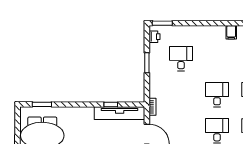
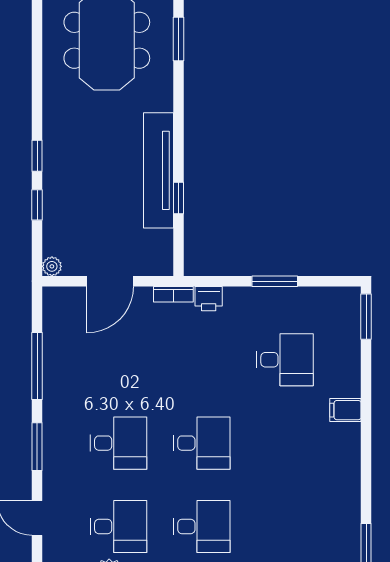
filing cabinet: (231, 32) -> (345, 410), moved
printer: (155, 37) -> (209, 299), moved
tv unit: (120, 113) -> (159, 170), moved

